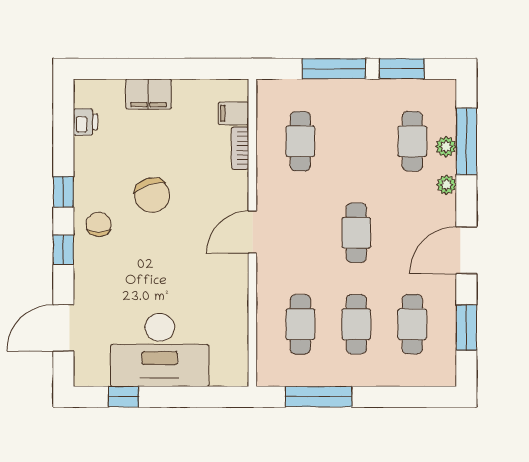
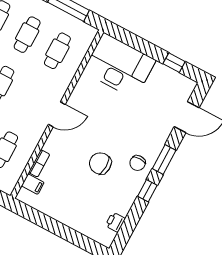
filing cabinet: (148, 94) -> (73, 219), removed
chair: (152, 195) -> (100, 163), turned -70
window: (63, 250) -> (164, 159), width x1.50
desk: (160, 350) -> (119, 66), moved

